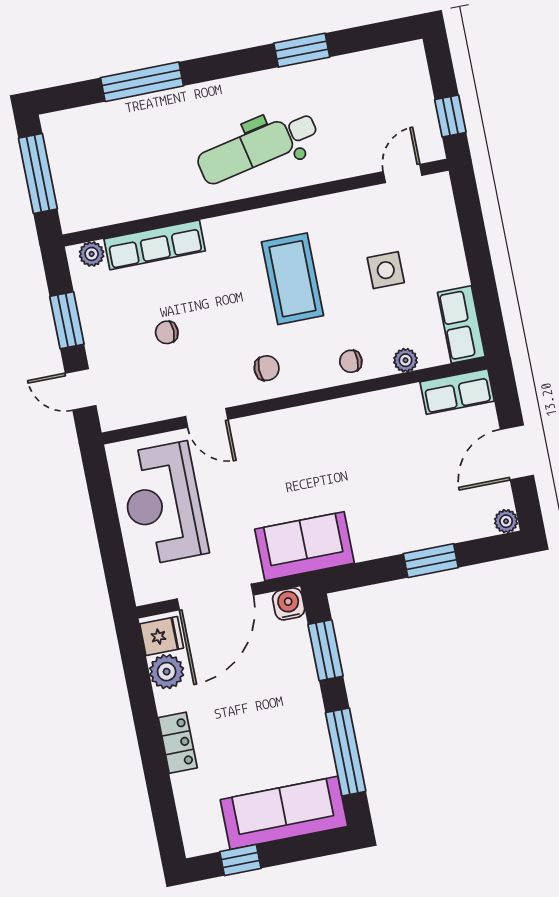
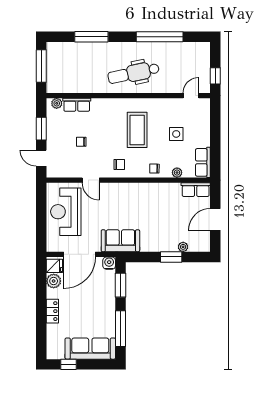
window: (302, 50) -> (160, 37), width x2.11
row of seats: (155, 245) -> (77, 105), width x0.68
plant: (506, 521) -> (183, 247), moved

